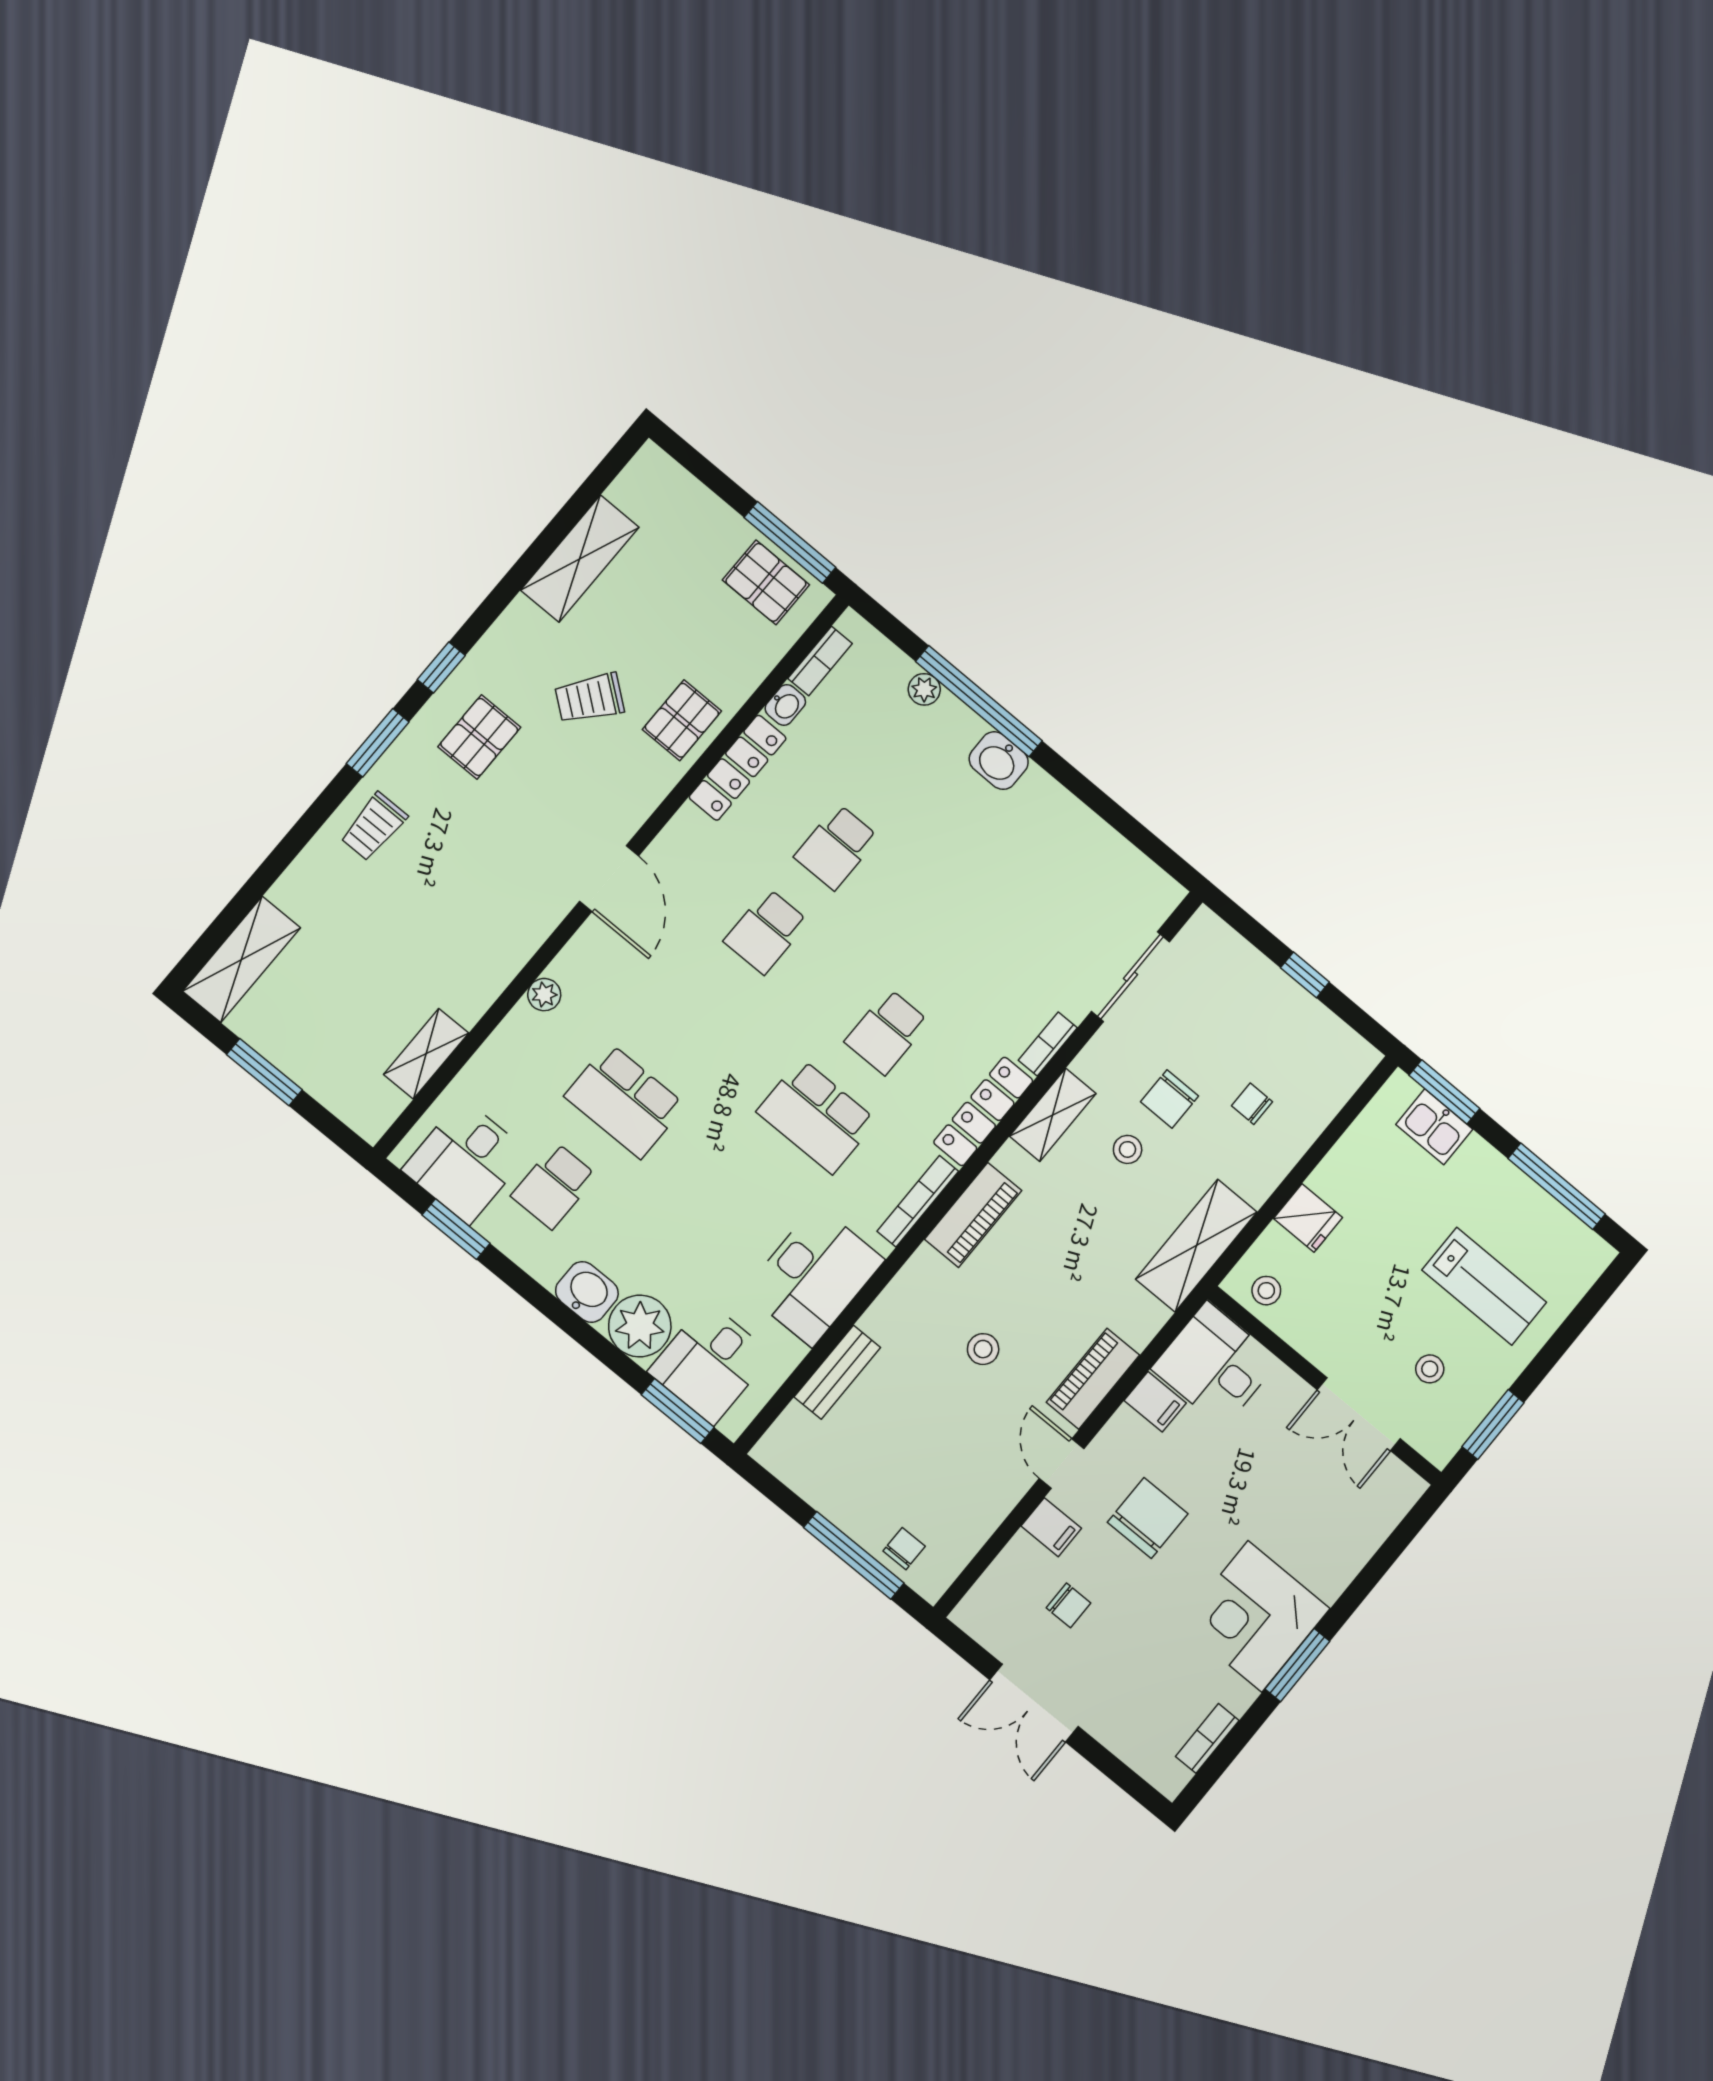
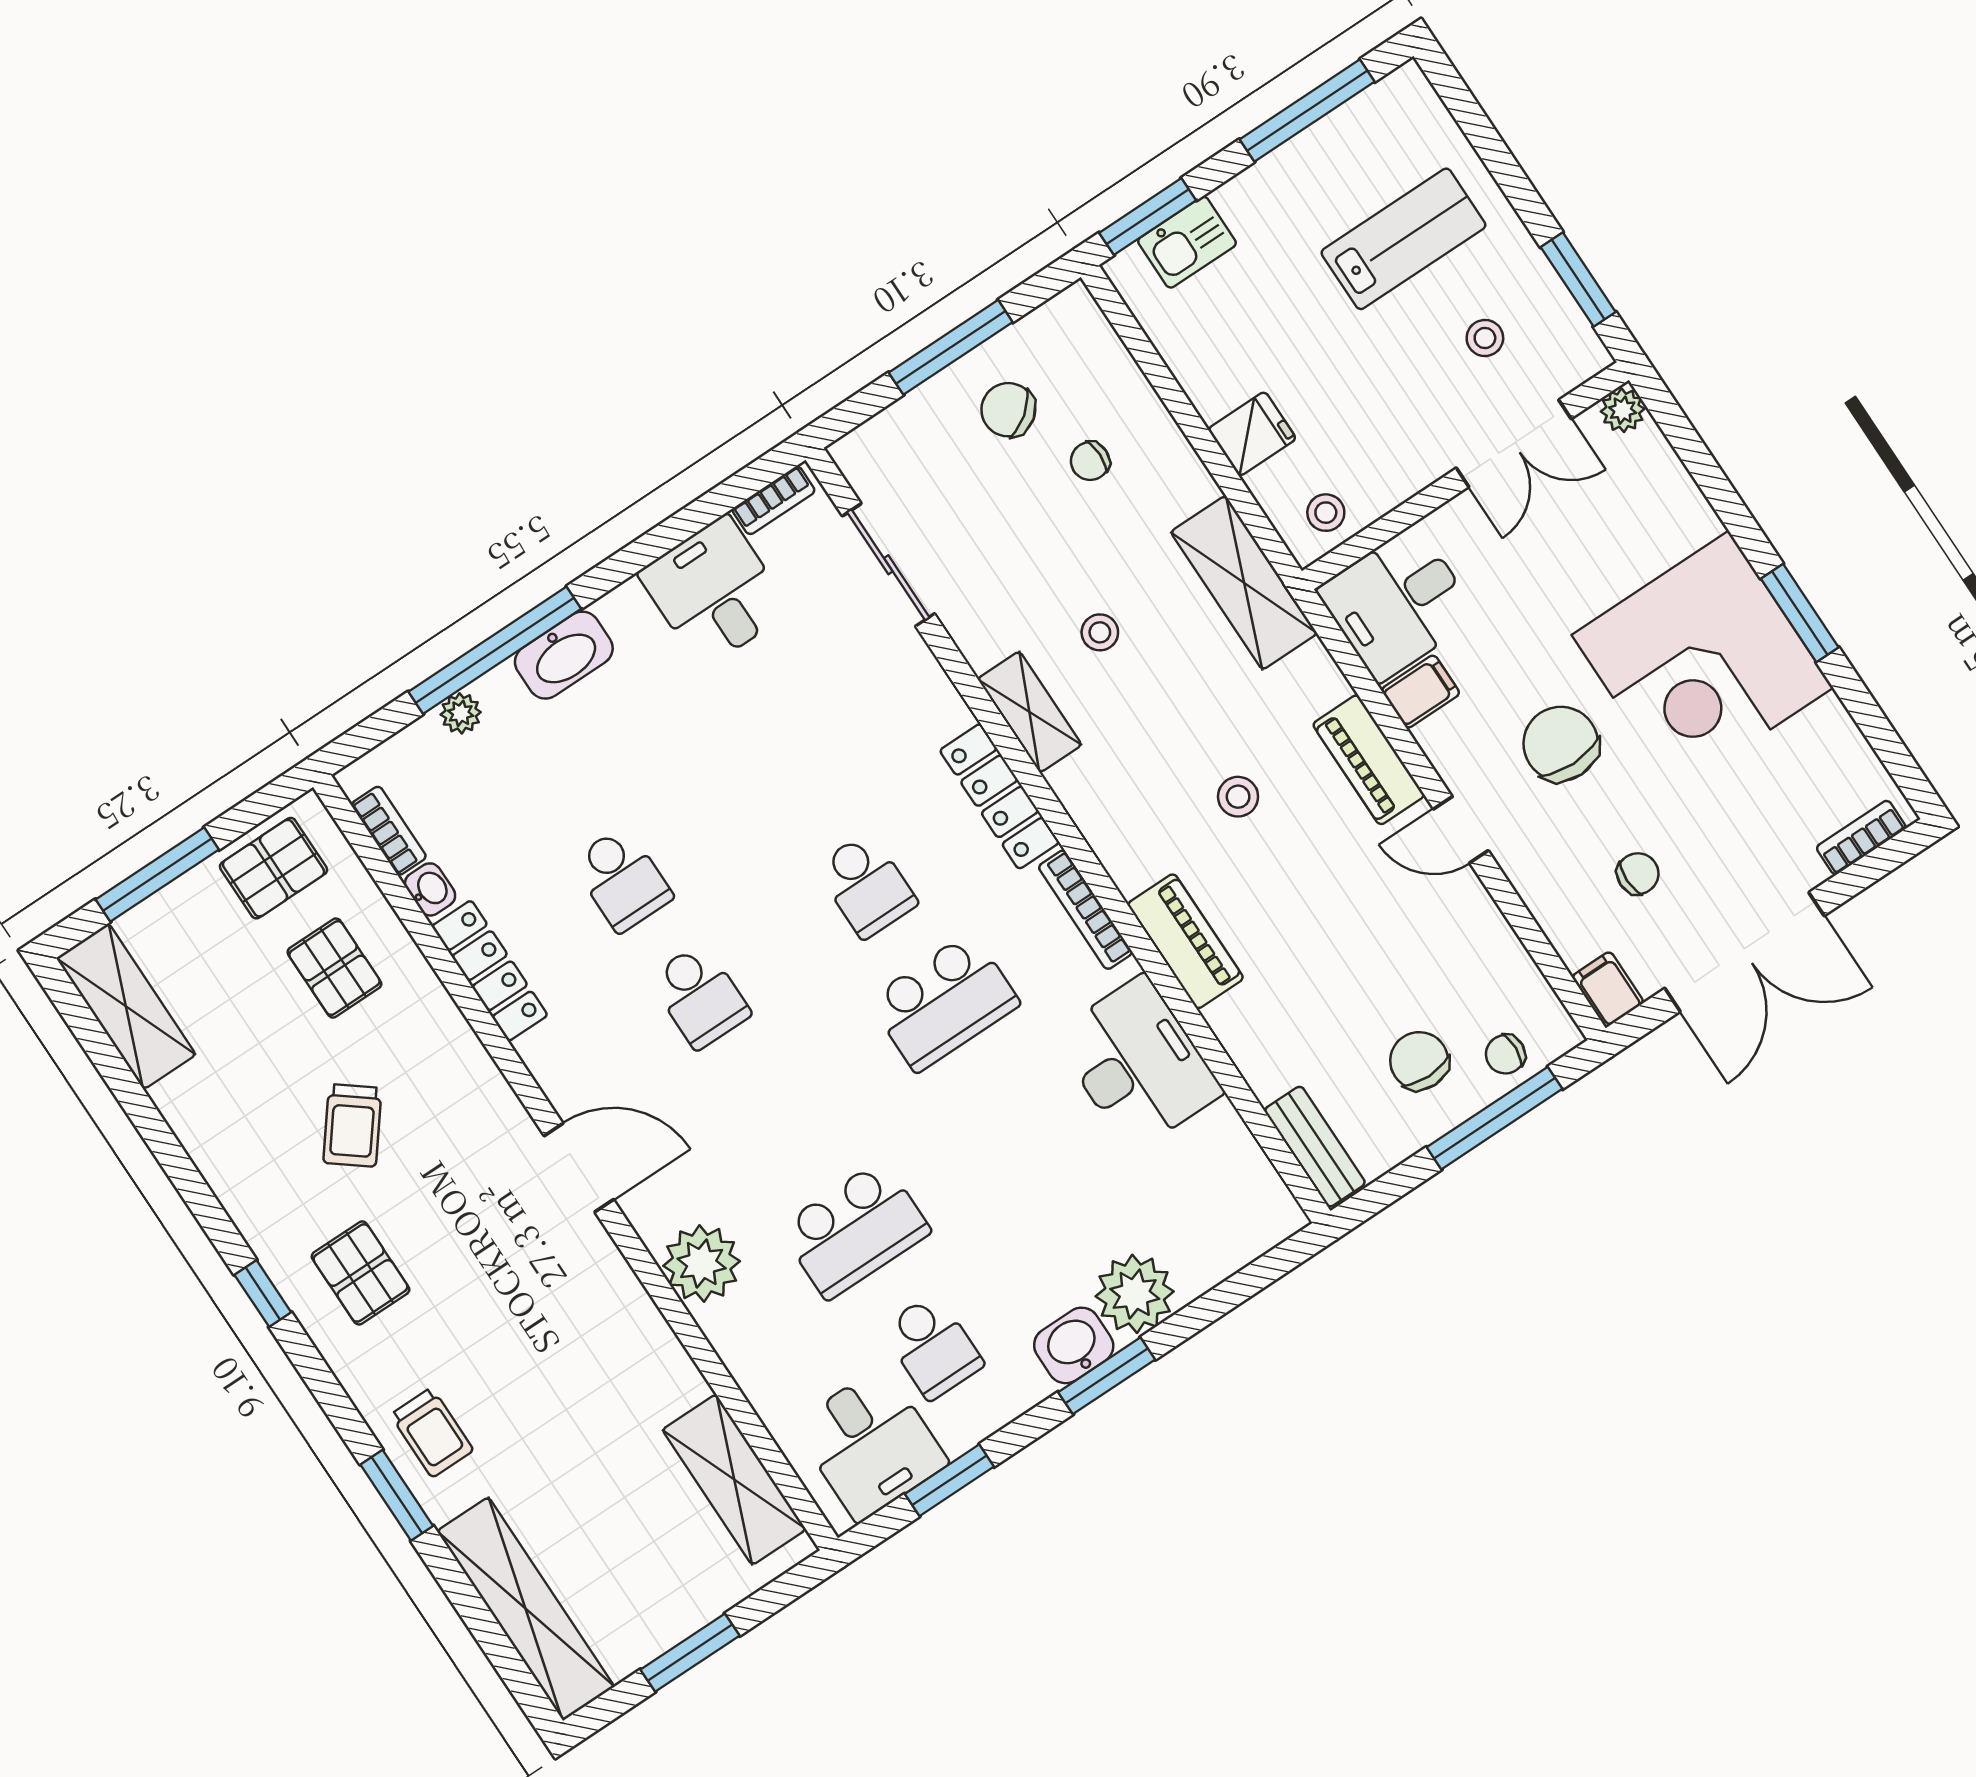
window: (790, 542) -> (157, 875), moved
shelving: (580, 559) -> (126, 1006), moved
pallet: (682, 720) -> (334, 968), moved
window: (378, 743) -> (397, 1495), moved
washbasin: (999, 761) -> (564, 655), width x1.38
shelving: (242, 959) -> (526, 1609), width x1.47
window: (1305, 975) -> (951, 347), width x2.17
plant: (544, 995) -> (702, 1263), width x1.87, depth x1.87
bookcase: (1048, 1044) -> (774, 500), moved, turned -90
shelving: (426, 1054) -> (734, 1480), width x1.50, depth x1.33
chair: (1170, 1099) -> (1008, 410), moved, turned 143
piano: (973, 1215) -> (1185, 941), moved
stool: (983, 1349) -> (1238, 797), moved
desk: (710, 1363) -> (714, 592), moved, turned 180
bench: (837, 1372) -> (1315, 1147), moved
window: (678, 1411) -> (1107, 1376), moved
chair: (880, 1486) -> (1419, 1061), added
plant: (1407, 1487) -> (1623, 410), added
filing cabinet: (1051, 1527) -> (1608, 989), moved, turned -90
chair: (904, 1549) -> (1505, 1054), turned -87
corner desk: (1255, 1616) -> (1702, 661), width x1.36, depth x1.36
double door: (1034, 1703) -> (1745, 952), width x1.37
bookcase: (1207, 1738) -> (1861, 838), moved, turned 90

